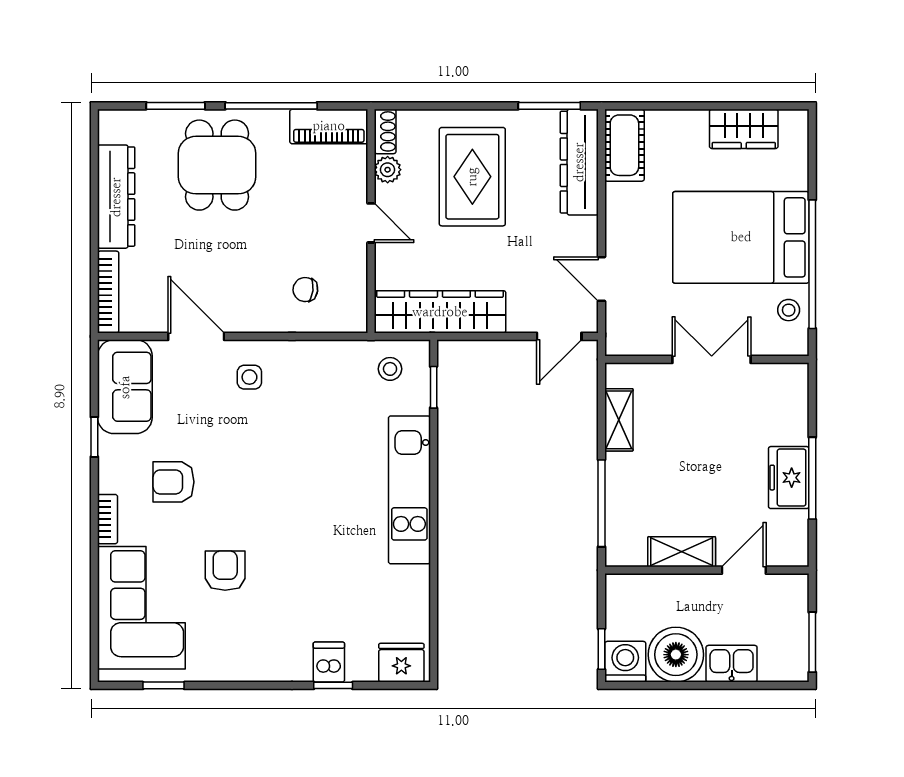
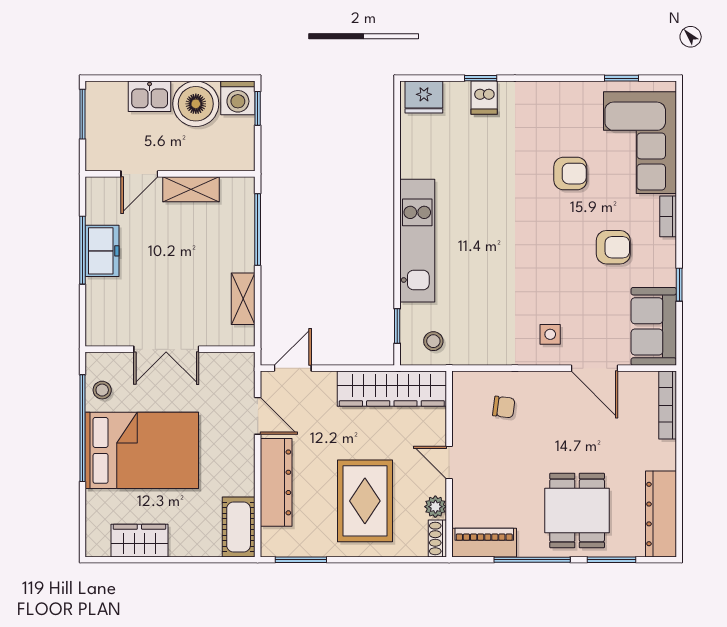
dresser: (579, 162) -> (276, 482), moved
dresser: (116, 197) -> (661, 514), moved
armchair: (225, 571) -> (570, 174), turned -90

